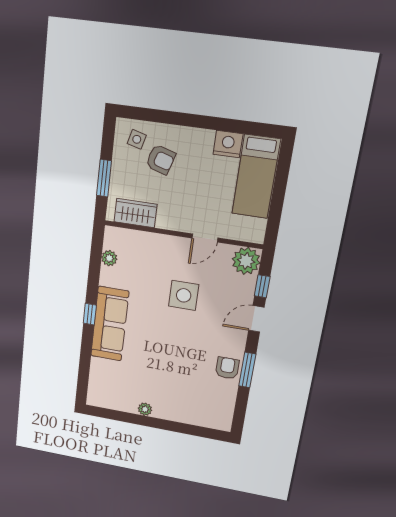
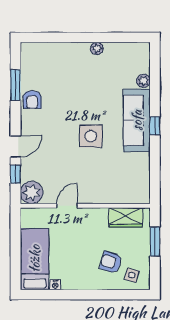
nightstand: (228, 144) -> (55, 285), width x0.53, depth x0.56
plant: (109, 258) -> (143, 81), moved
side table: (184, 295) -> (91, 136), moved
window: (247, 370) -> (15, 85), moved

